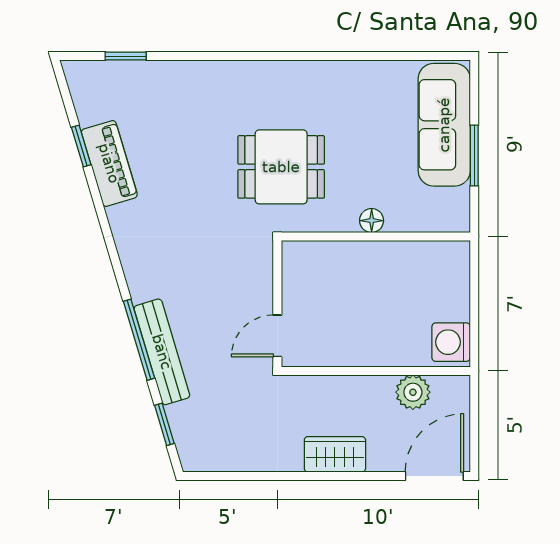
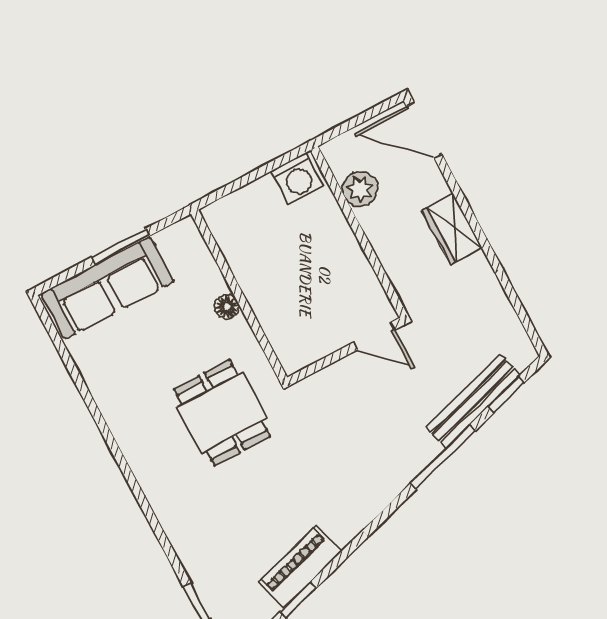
bench: (162, 352) -> (473, 401), moved

